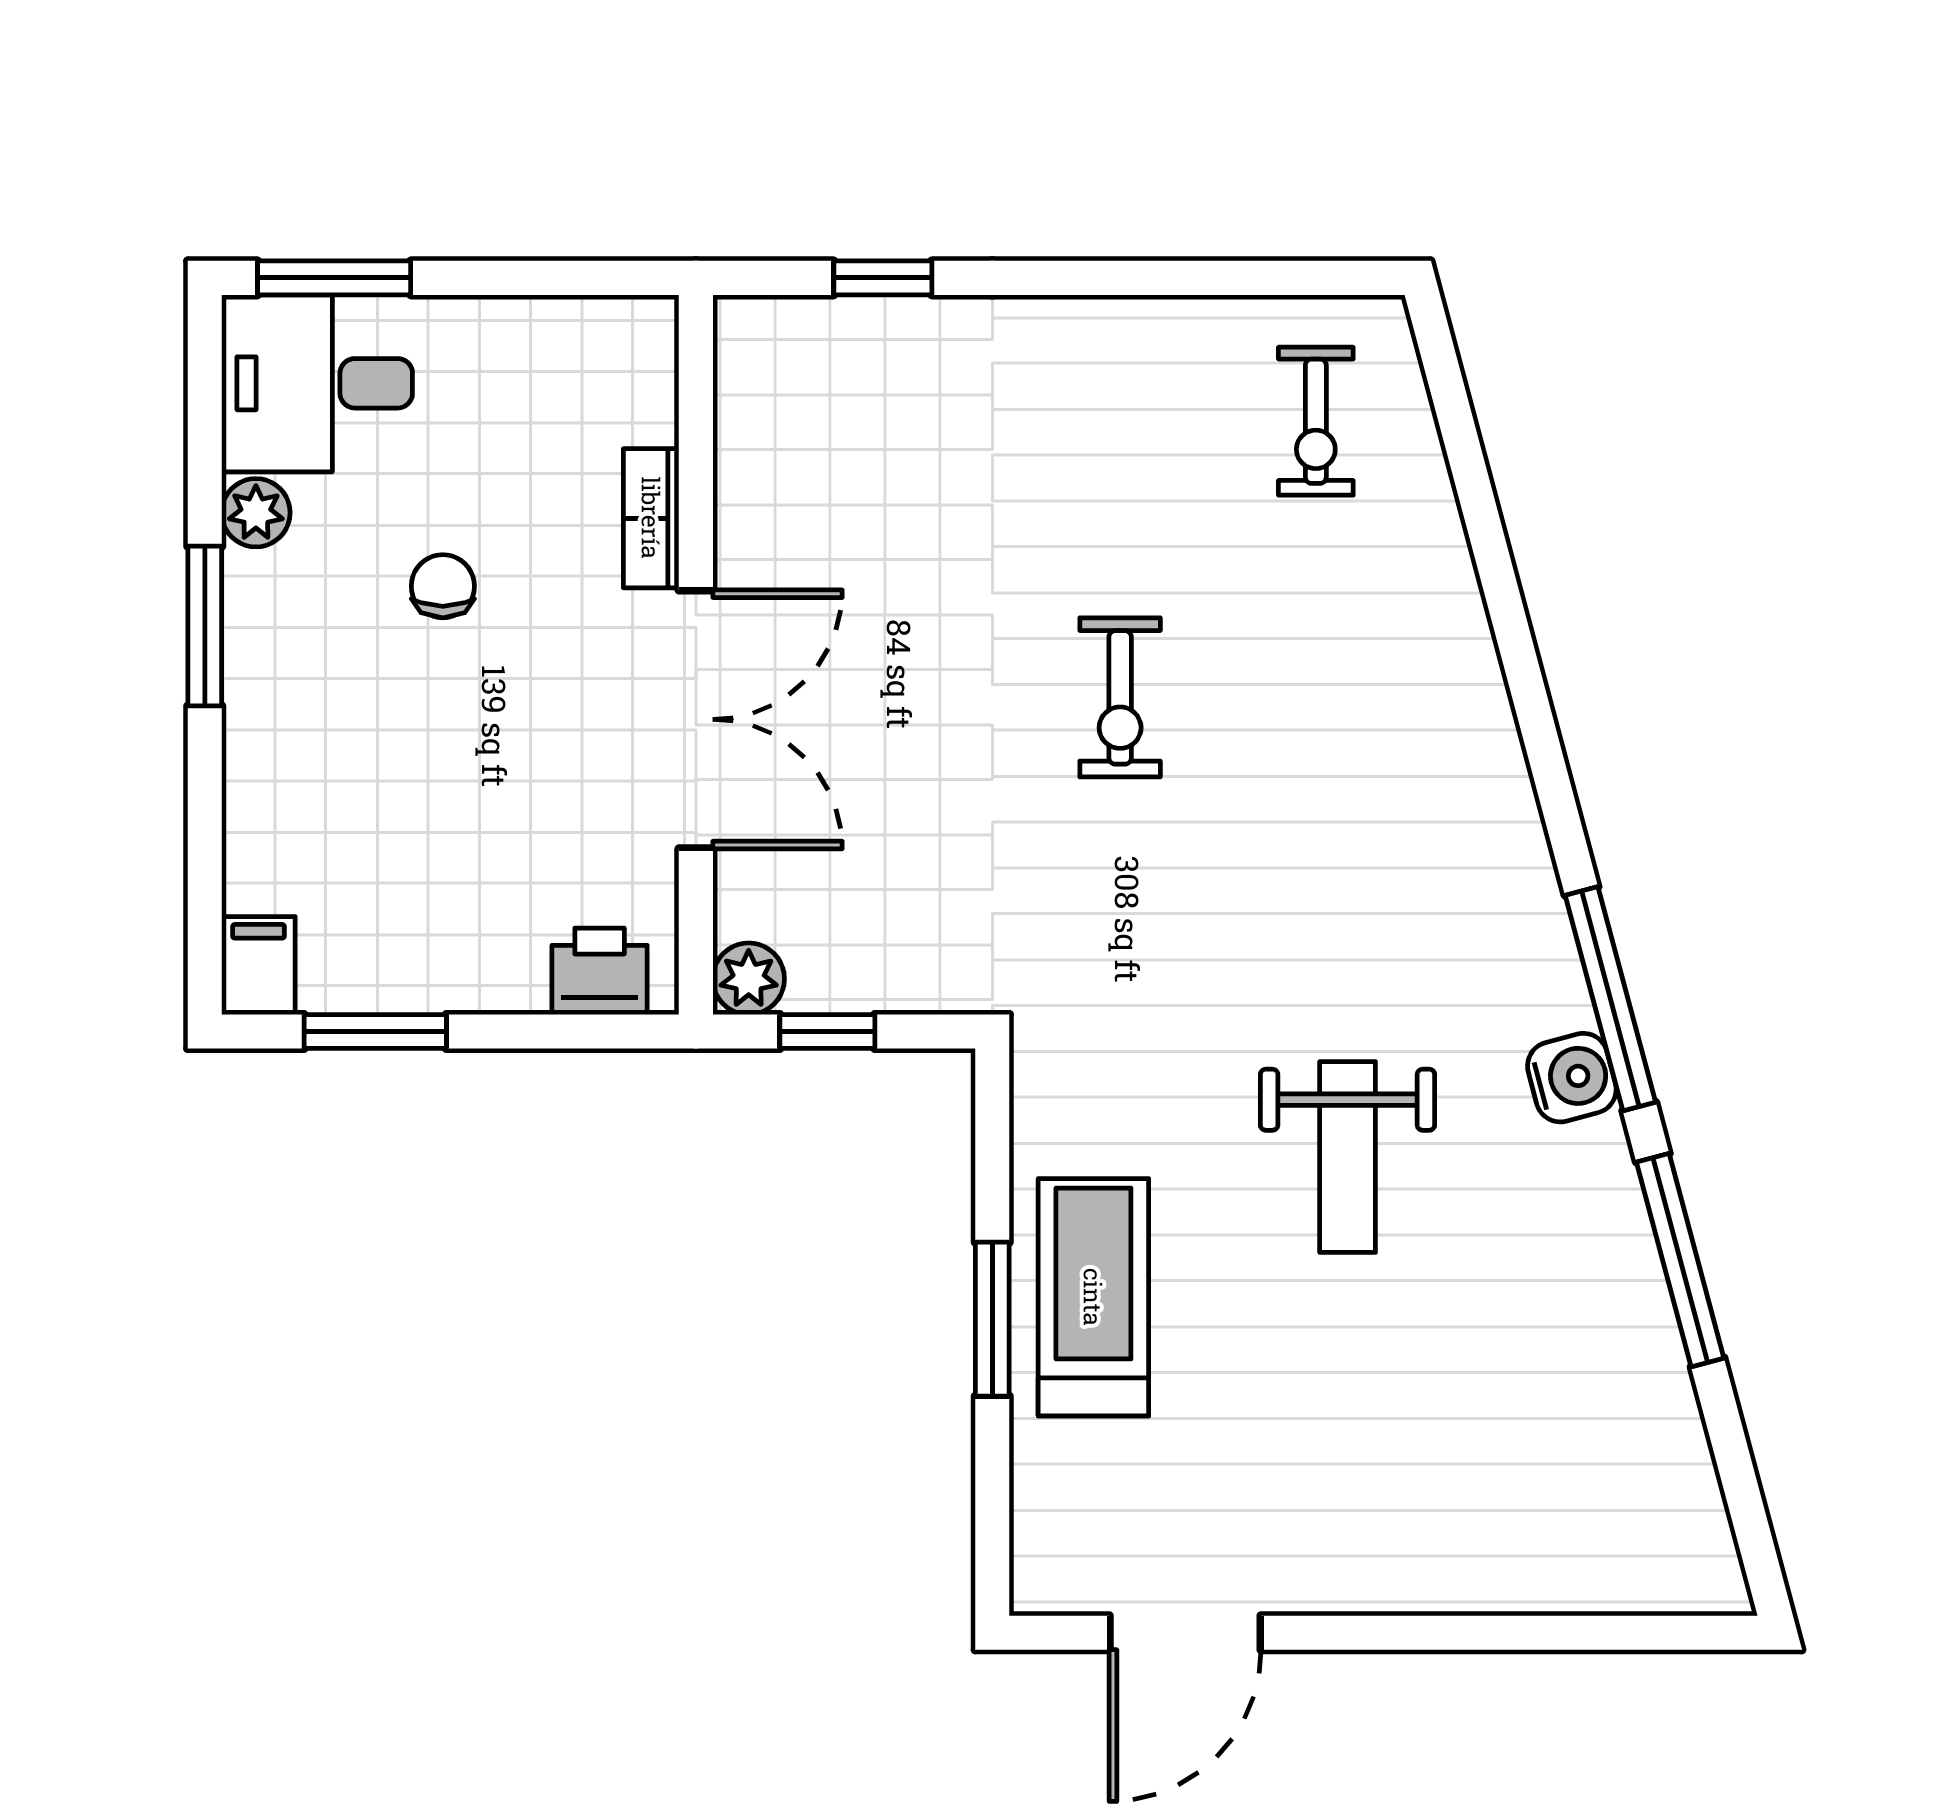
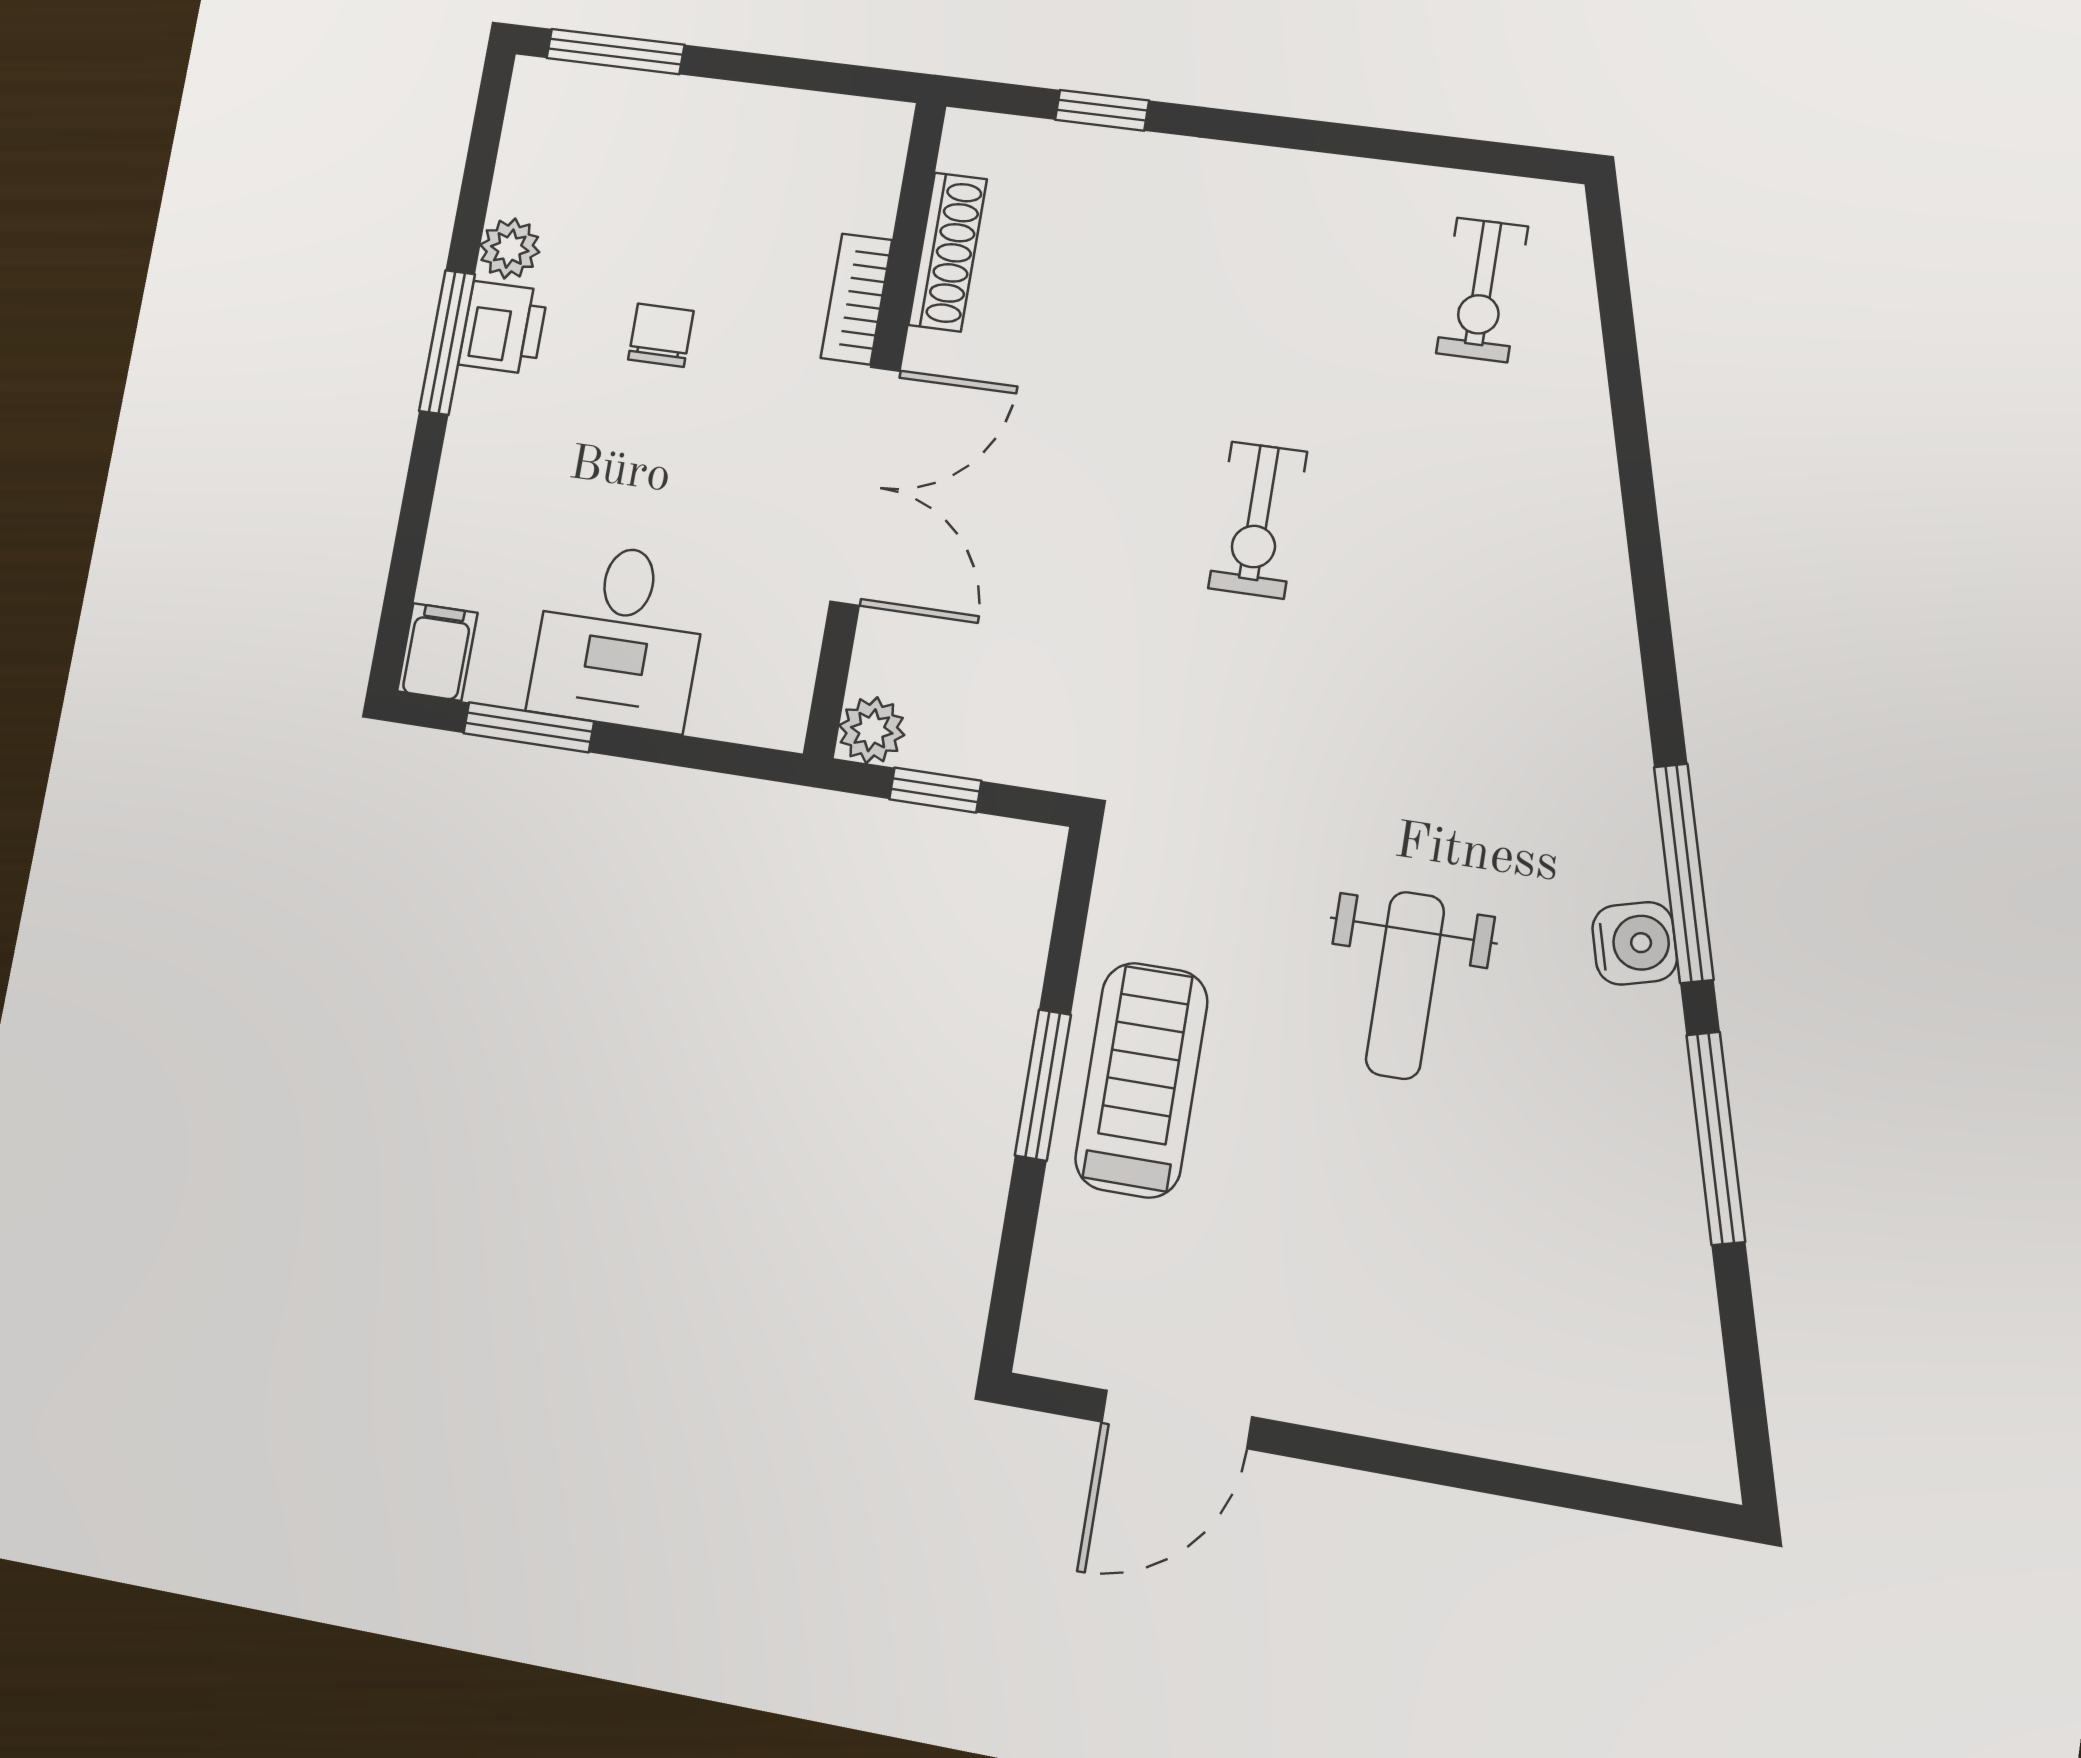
desk: (317, 383) -> (619, 636), moved, turned -90
shoe rack: (742, 454) -> (948, 252), added
printer: (600, 971) -> (503, 328), moved, turned 90

